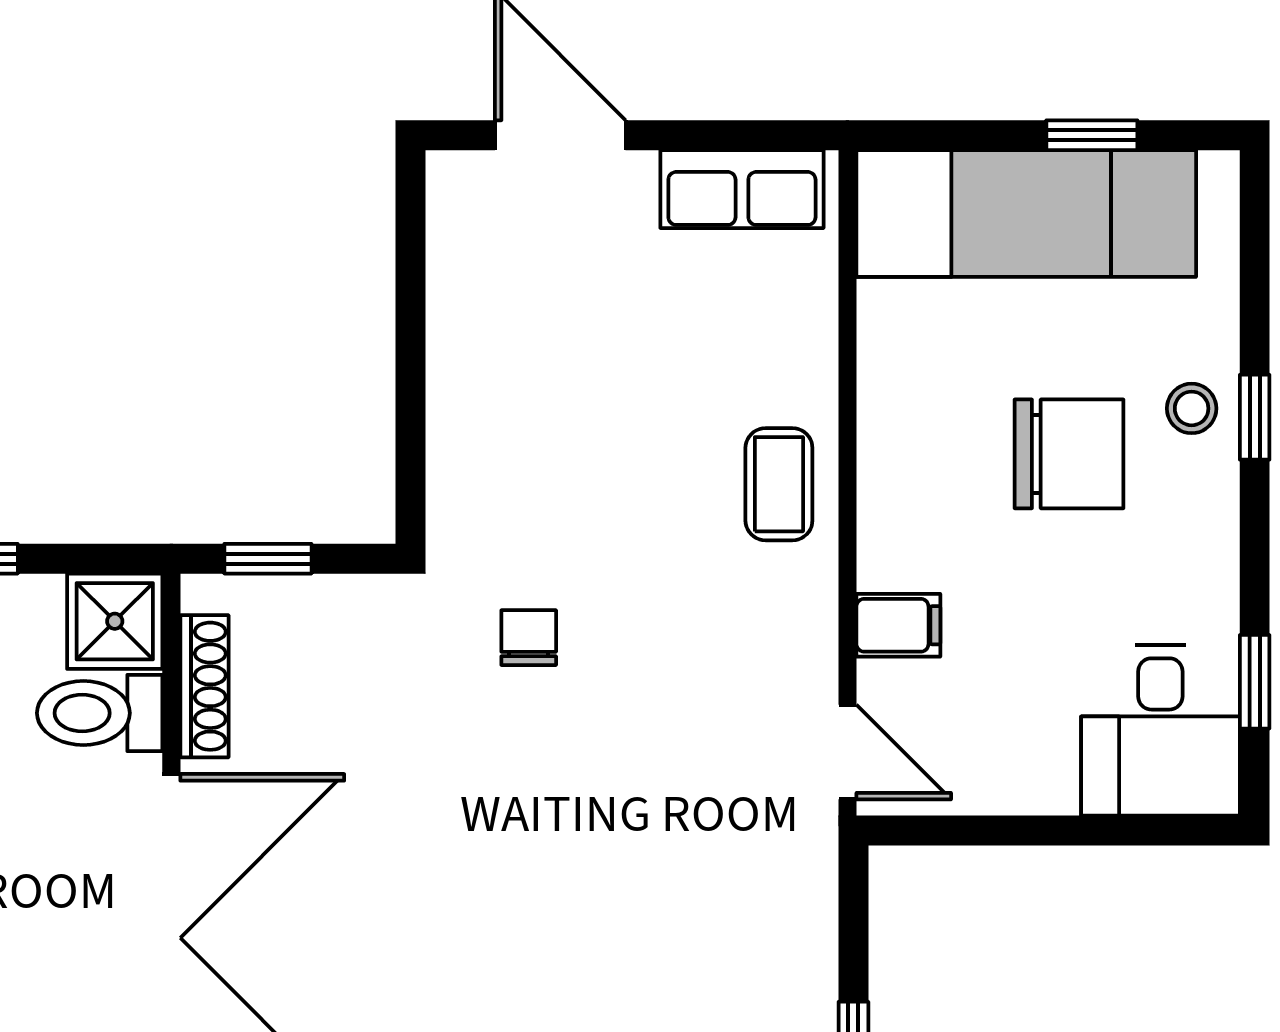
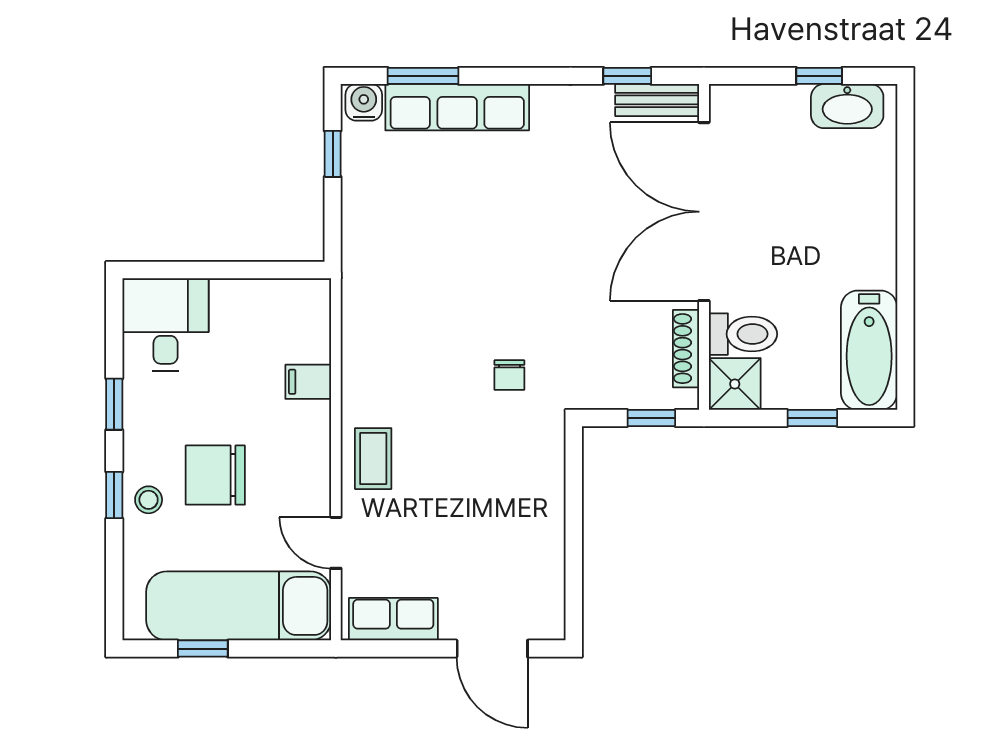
window: (1255, 682) -> (114, 404), moved
door: (847, 752) -> (336, 543), moved

